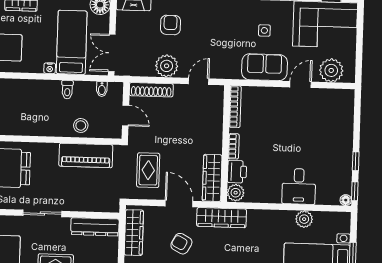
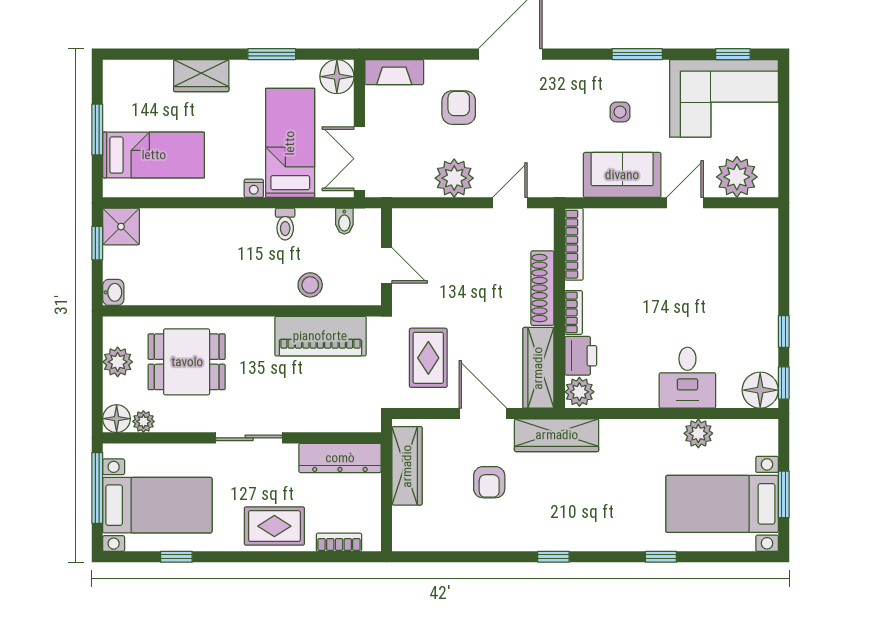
shoe rack: (151, 90) -> (542, 288), moved, turned 90
floor lamp: (346, 200) -> (760, 390), width x1.89, depth x1.89
armchair: (181, 244) -> (489, 482), turned -118

